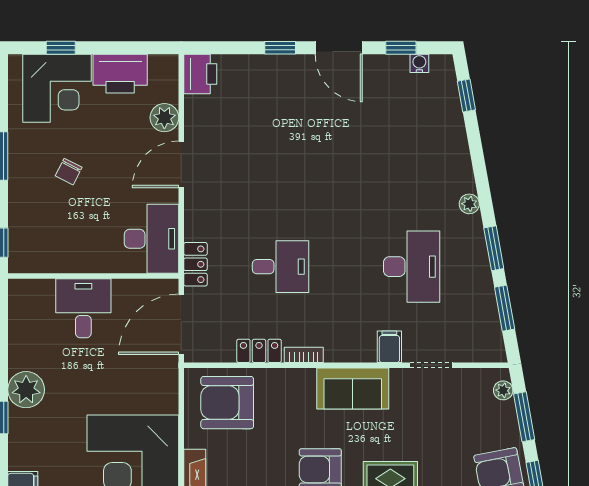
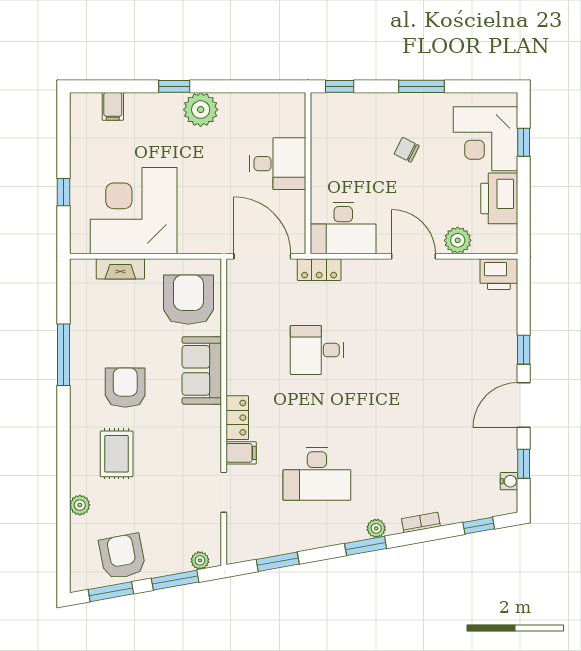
window: (494, 248) -> (366, 546), moved
desk: (281, 267) -> (317, 350), turned 90
locker: (259, 351) -> (237, 418), moved
bookcase: (304, 355) -> (421, 522), moved, turned -100
sofa: (353, 388) -> (202, 370), moved

